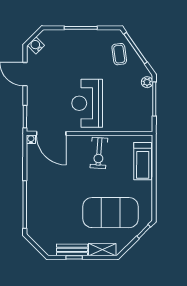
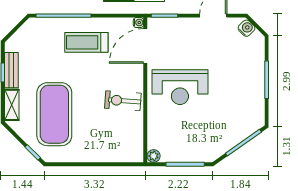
coffee table: (119, 54) -> (237, 124), removed
plant: (147, 82) -> (154, 156), moved
reception desk: (87, 103) -> (180, 87), turned 180
treadmill: (143, 161) -> (86, 42), moved

